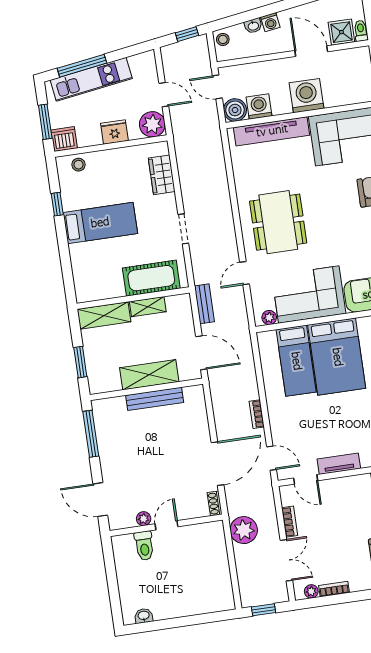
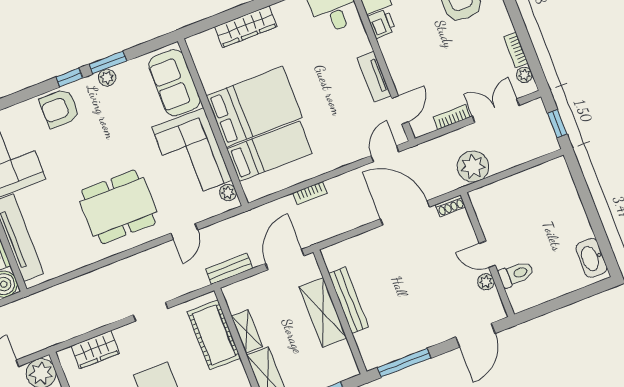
door: (245, 273) -> (184, 232), hinge flipped
bookcase: (257, 414) -> (310, 193), moved
washbasin: (144, 616) -> (591, 258), width x1.91, depth x1.45

